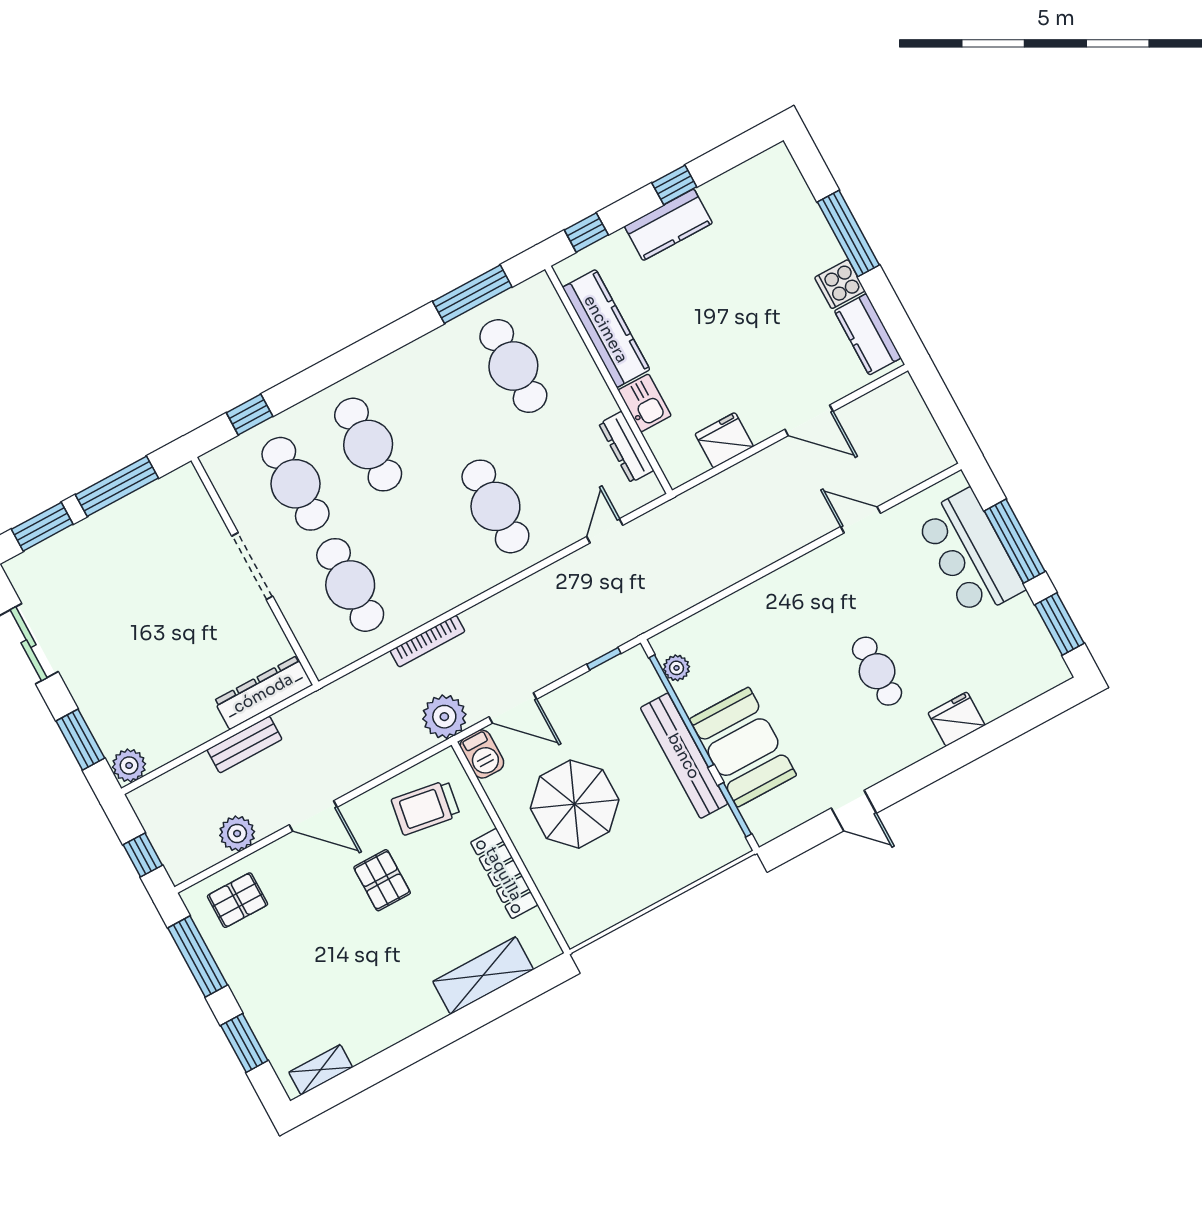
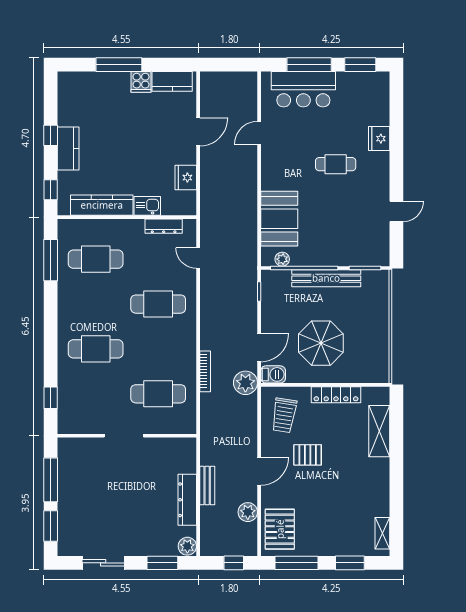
cafe table: (296, 484) -> (96, 394), removed
dresser: (263, 693) -> (187, 500), moved
booth: (743, 747) -> (279, 219), moved, turned 90
pallet: (238, 900) -> (280, 529), width x1.50, depth x1.42

